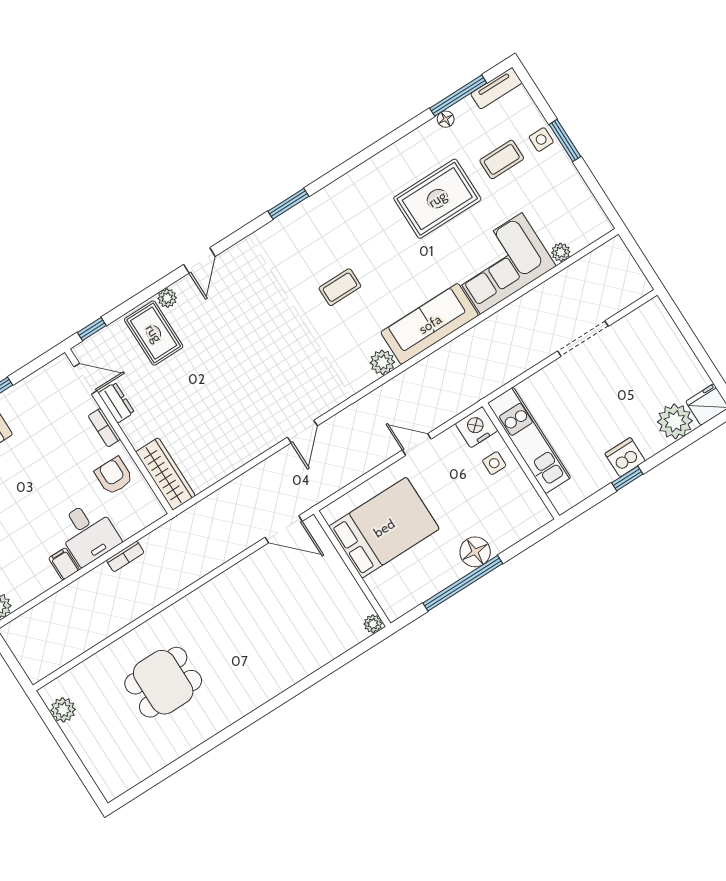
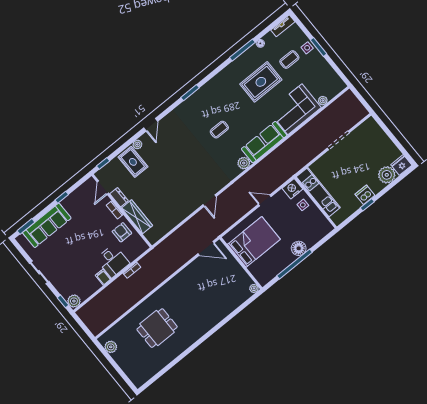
window: (458, 96) -> (242, 50), moved
door: (85, 379) -> (103, 188), swing flipped
wardrobe: (165, 474) -> (137, 217), moved

